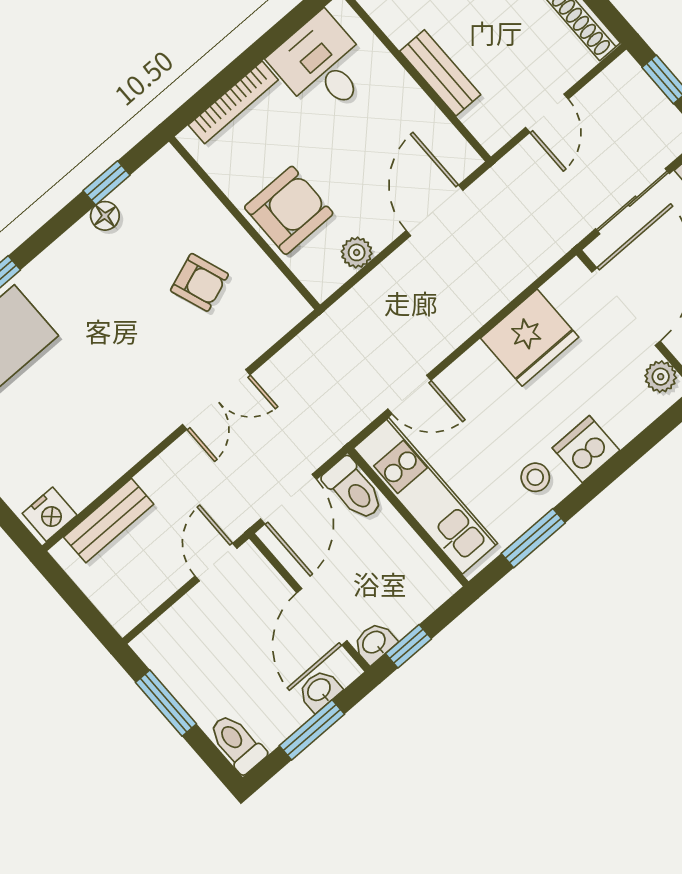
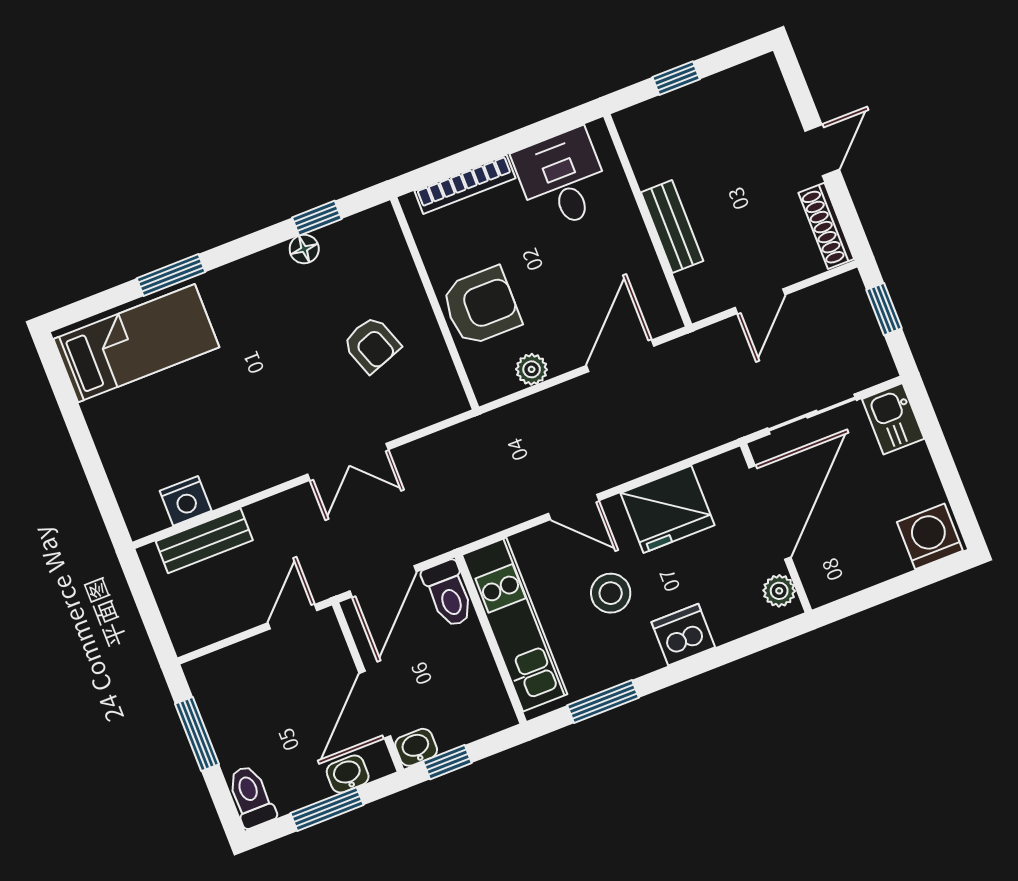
door: (409, 395) -> (574, 507), moved
stool: (535, 477) -> (611, 593), moved, width x1.37, depth x1.37
nightstand: (50, 514) -> (186, 501), moved

